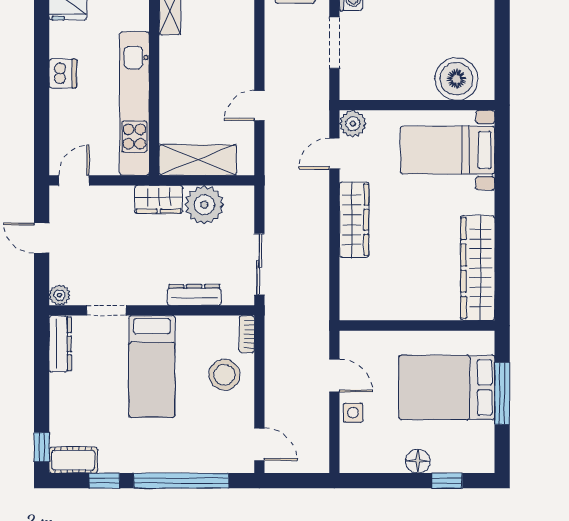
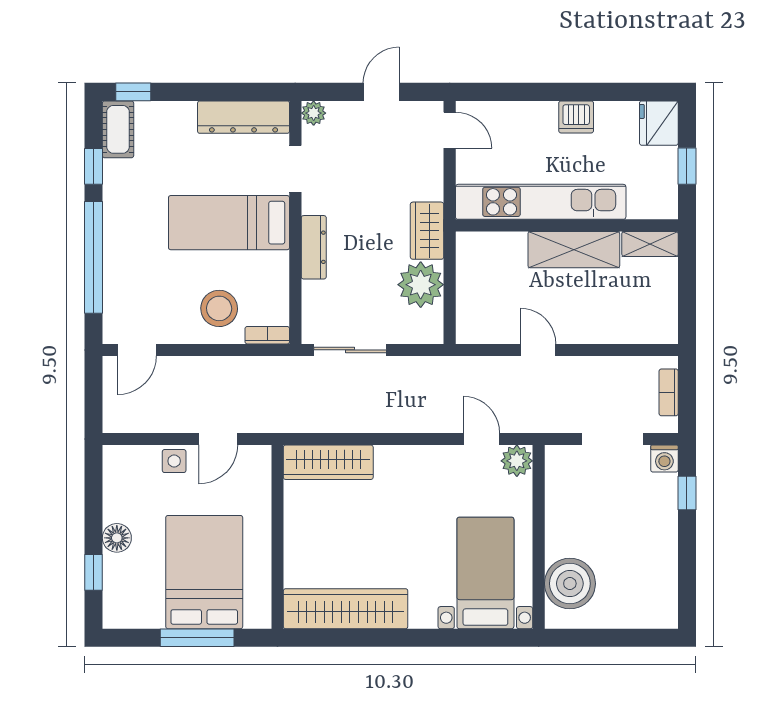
shelving: (198, 160) -> (574, 250), moved, turned 90
wardrobe: (354, 220) -> (328, 462), moved
dresser: (194, 295) -> (314, 247), moved
dresser: (60, 344) -> (244, 117), width x1.37, depth x1.24

